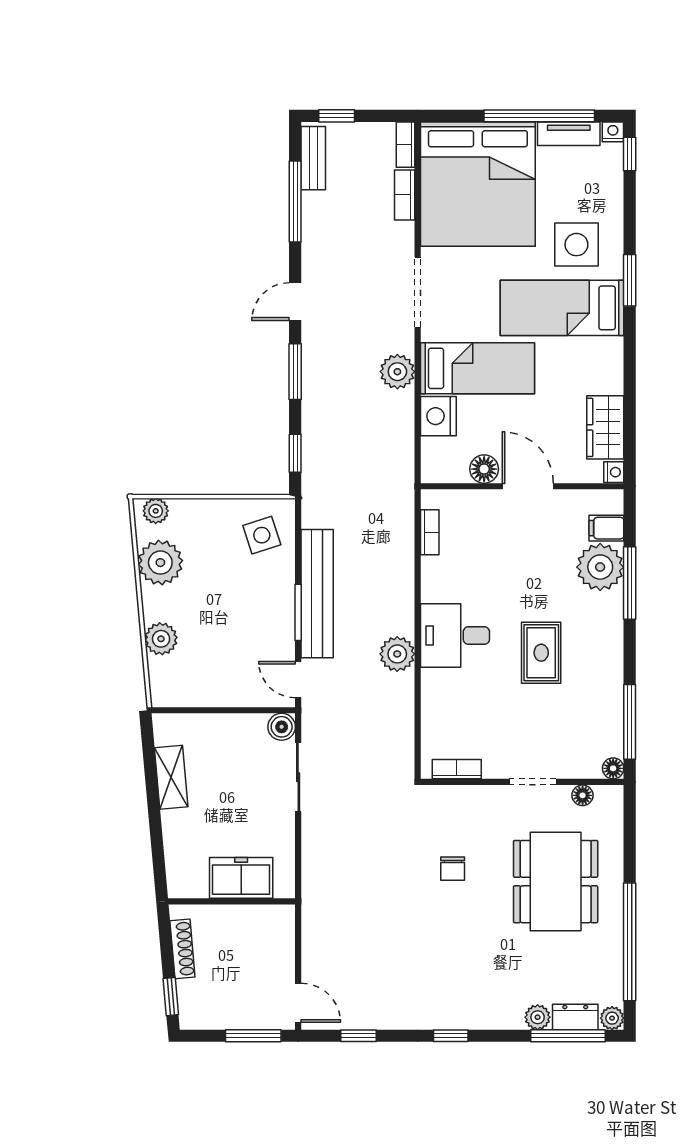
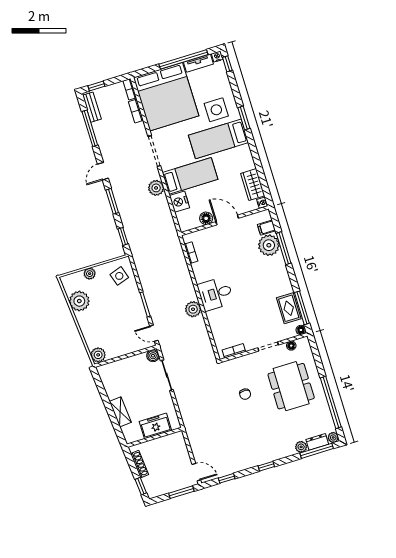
plant: (156, 511) -> (90, 274), moved
bench: (317, 594) -> (151, 294), removed
plant: (161, 639) -> (98, 355), moved
rug: (541, 653) -> (289, 308), moved
shelving: (171, 777) -> (120, 412), moved

